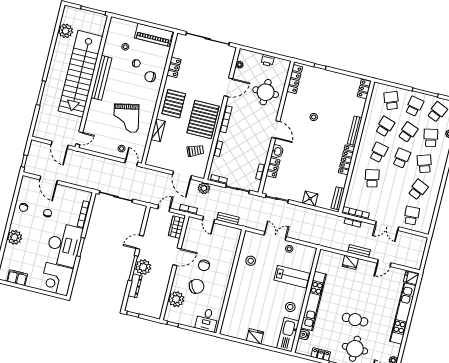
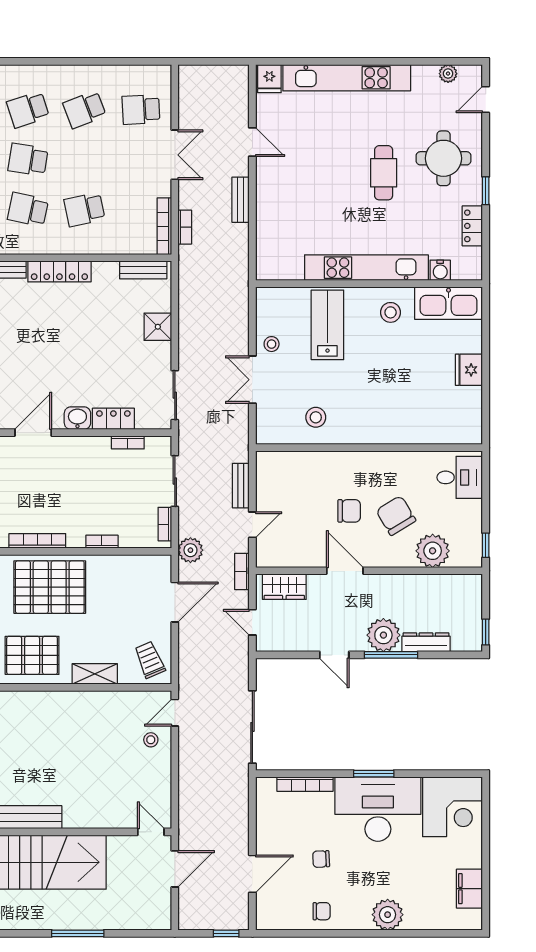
grand piano: (126, 118) -> (86, 746), removed
trolley: (195, 151) -> (150, 660), moved
school desk: (418, 190) -> (84, 110), turned -45
fridge: (350, 262) -> (268, 212), removed

